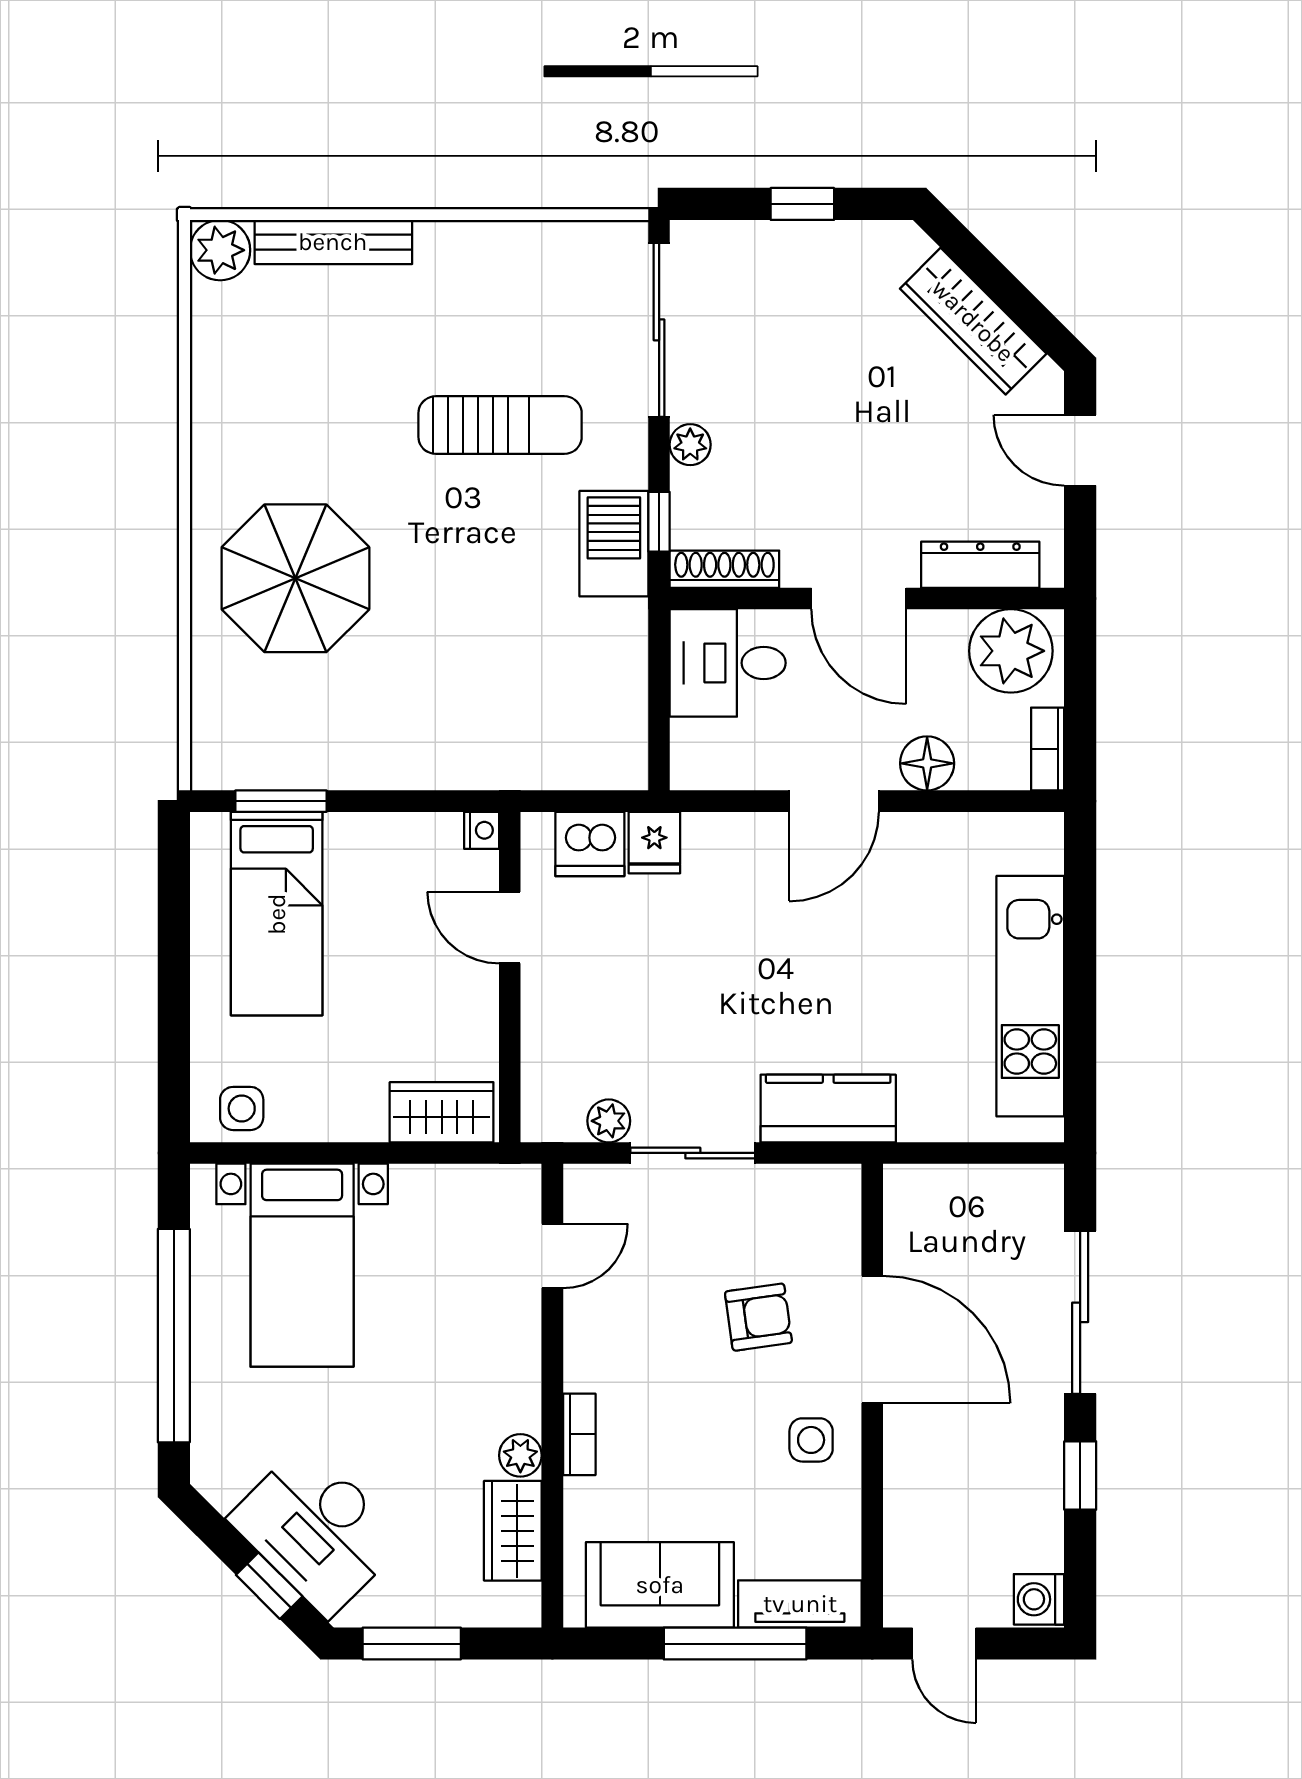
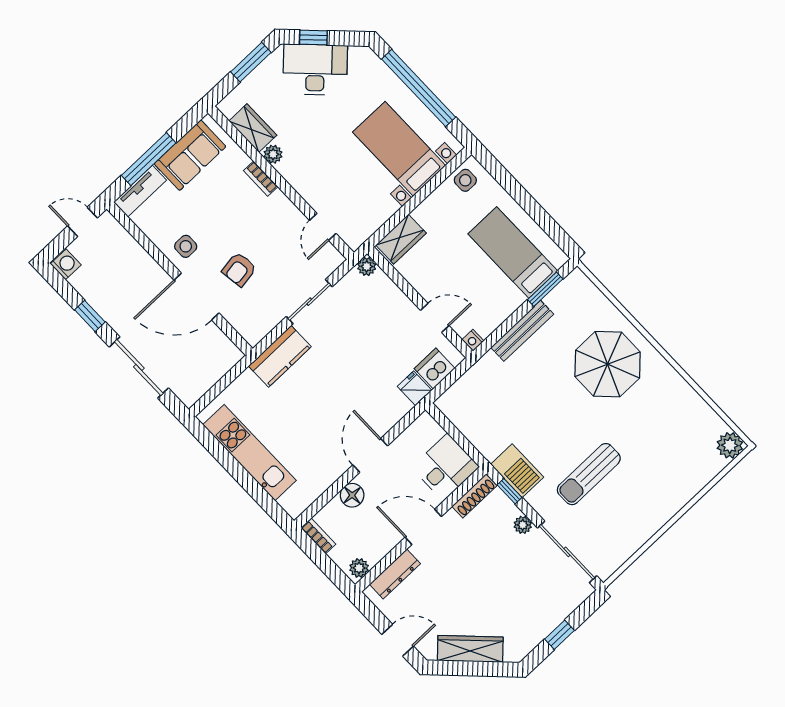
bench: (333, 242) -> (522, 331), moved
plant: (1011, 651) -> (359, 568), width x0.53, depth x0.53
plant: (609, 1121) -> (367, 266), moved

